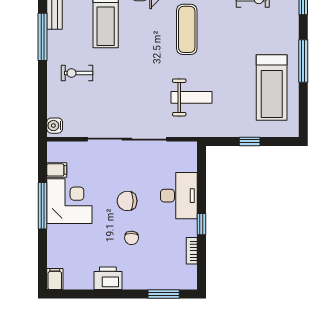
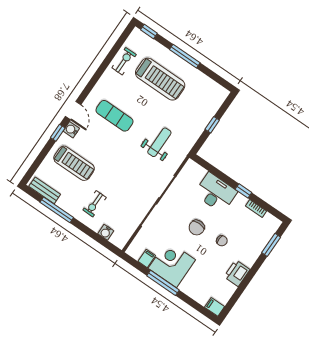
treadmill: (272, 87) -> (160, 79), moved
water cooler: (55, 126) -> (106, 232), moved

